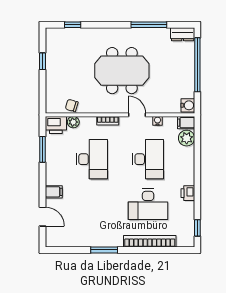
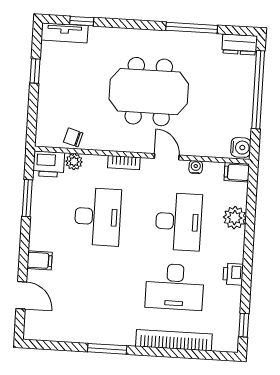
tv unit: (61, 34) -> (65, 33), added
plant: (187, 138) -> (235, 218), moved

